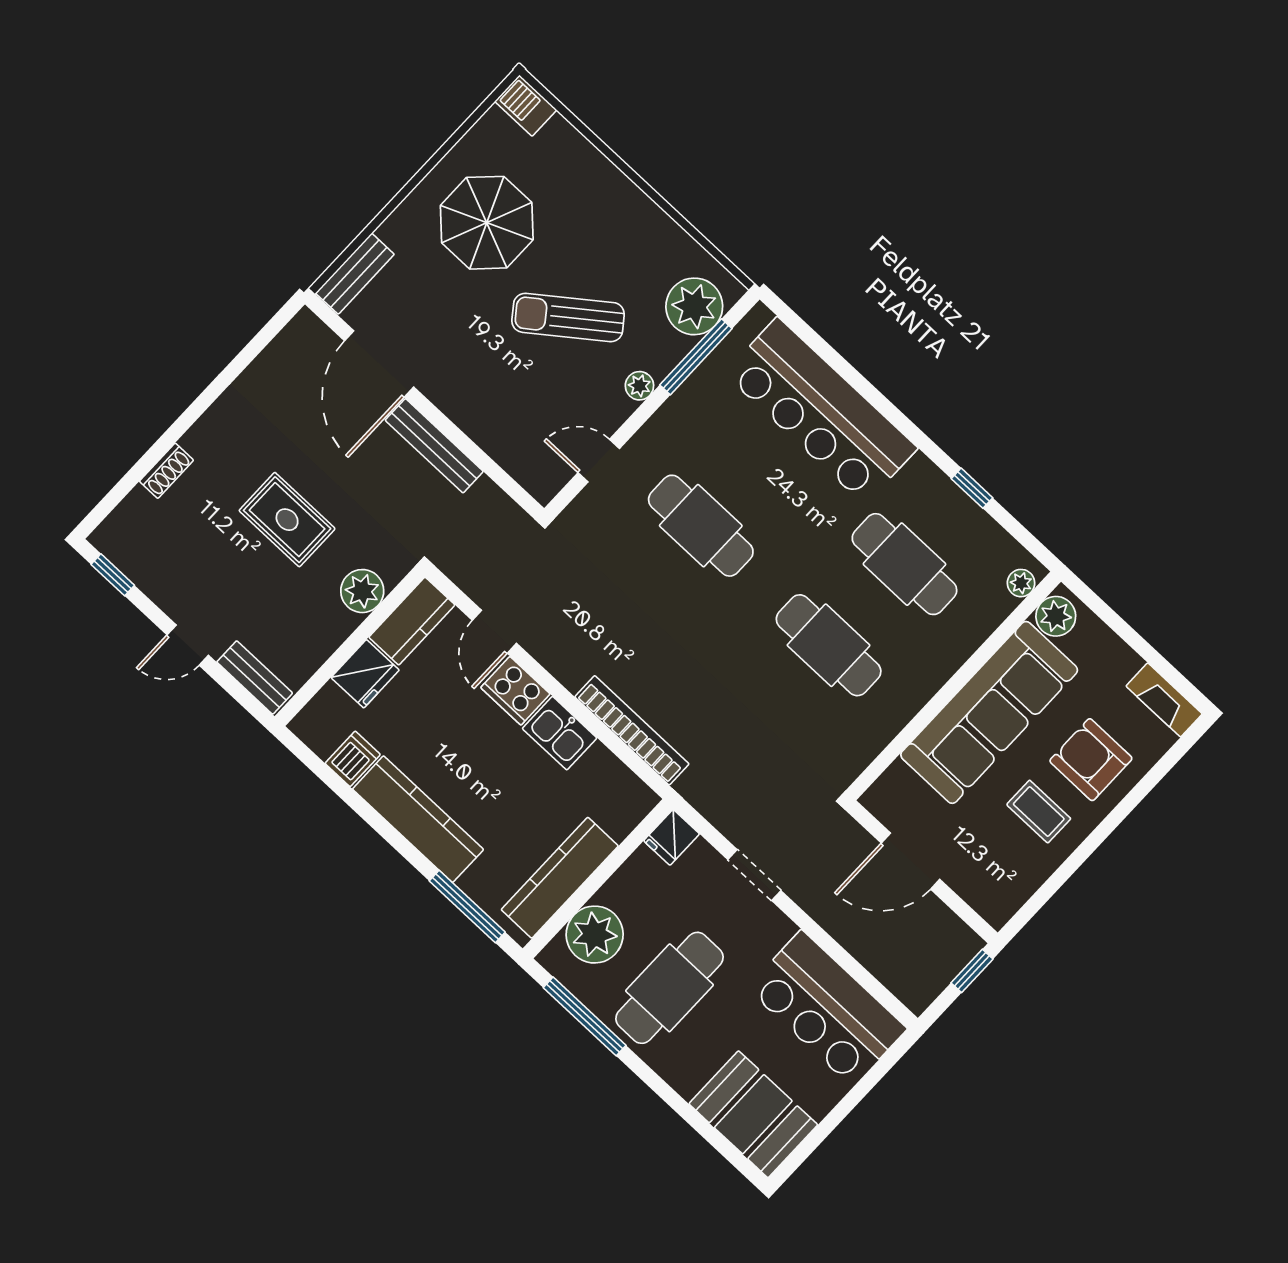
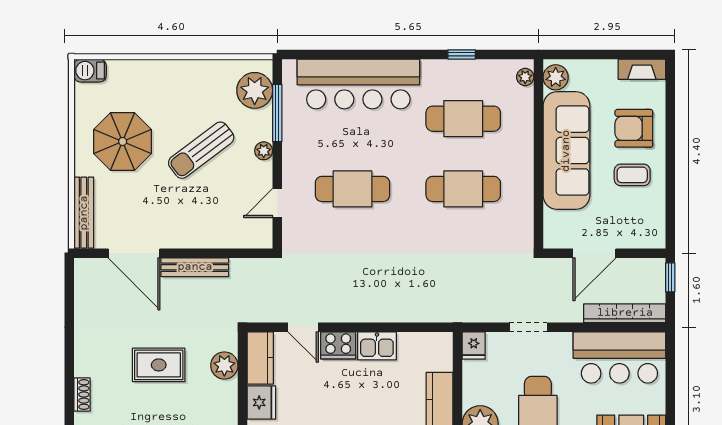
bench: (355, 274) -> (84, 213), width x1.36
bookcase: (632, 730) -> (625, 313), moved

